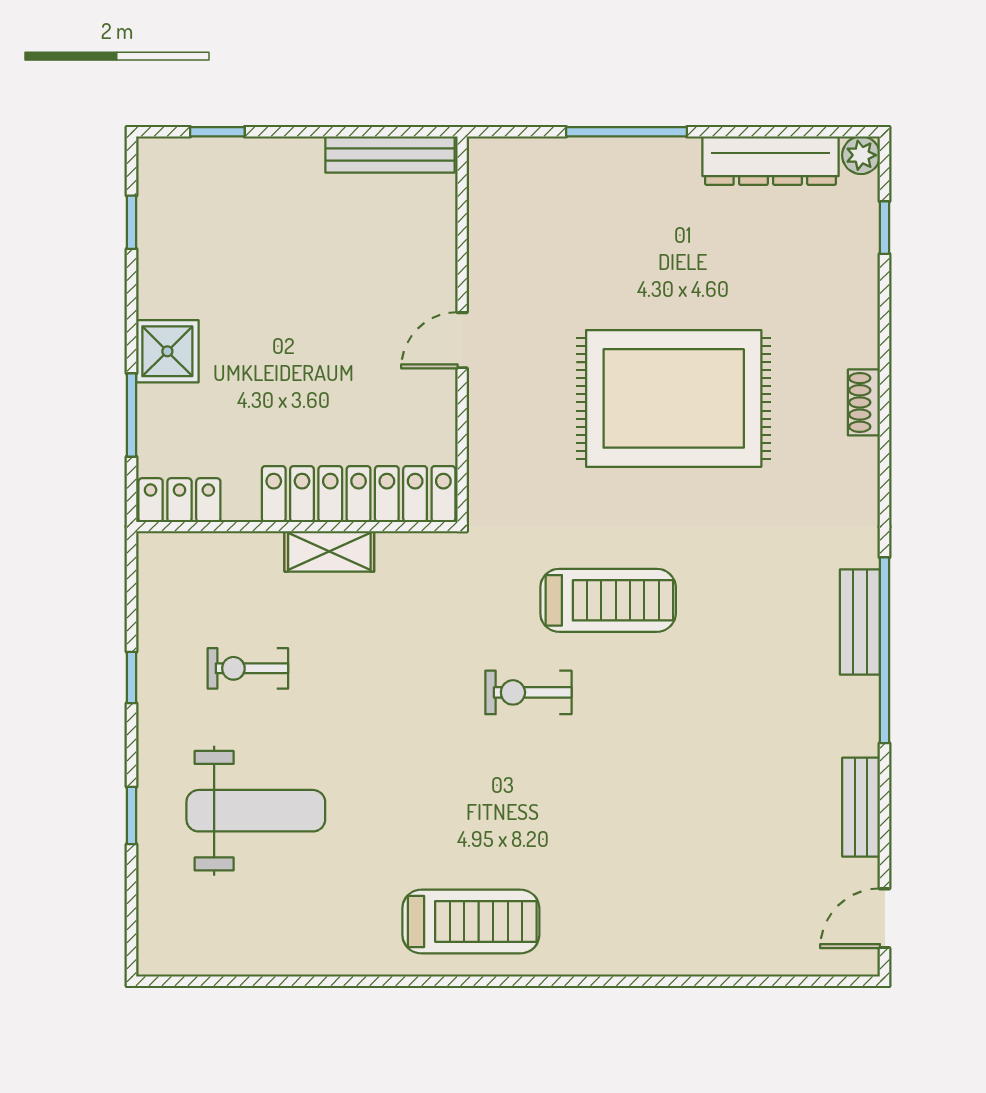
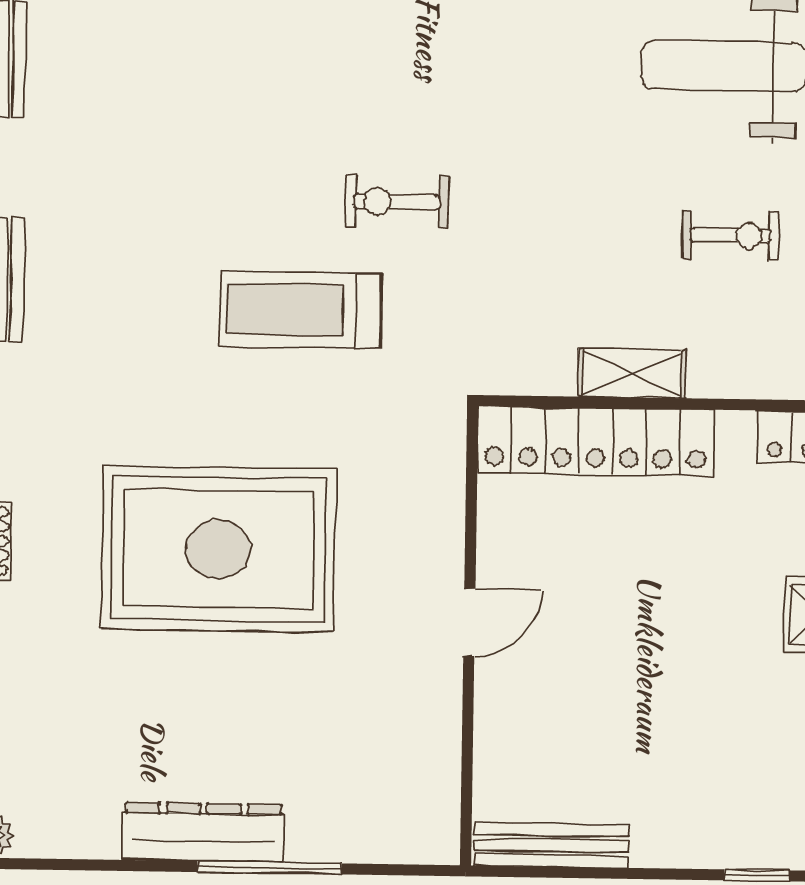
dresser: (770, 161) -> (203, 832), moved
exercise bike: (528, 692) -> (397, 202), turned 180

